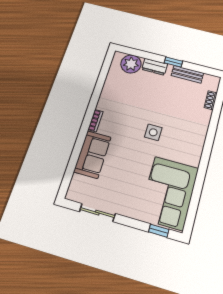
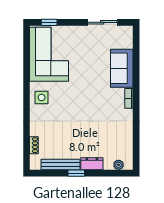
plant: (131, 64) -> (119, 165), width x0.53, depth x0.53
bench: (187, 74) -> (61, 164), width x1.36
side table: (153, 132) -> (42, 97), moved

